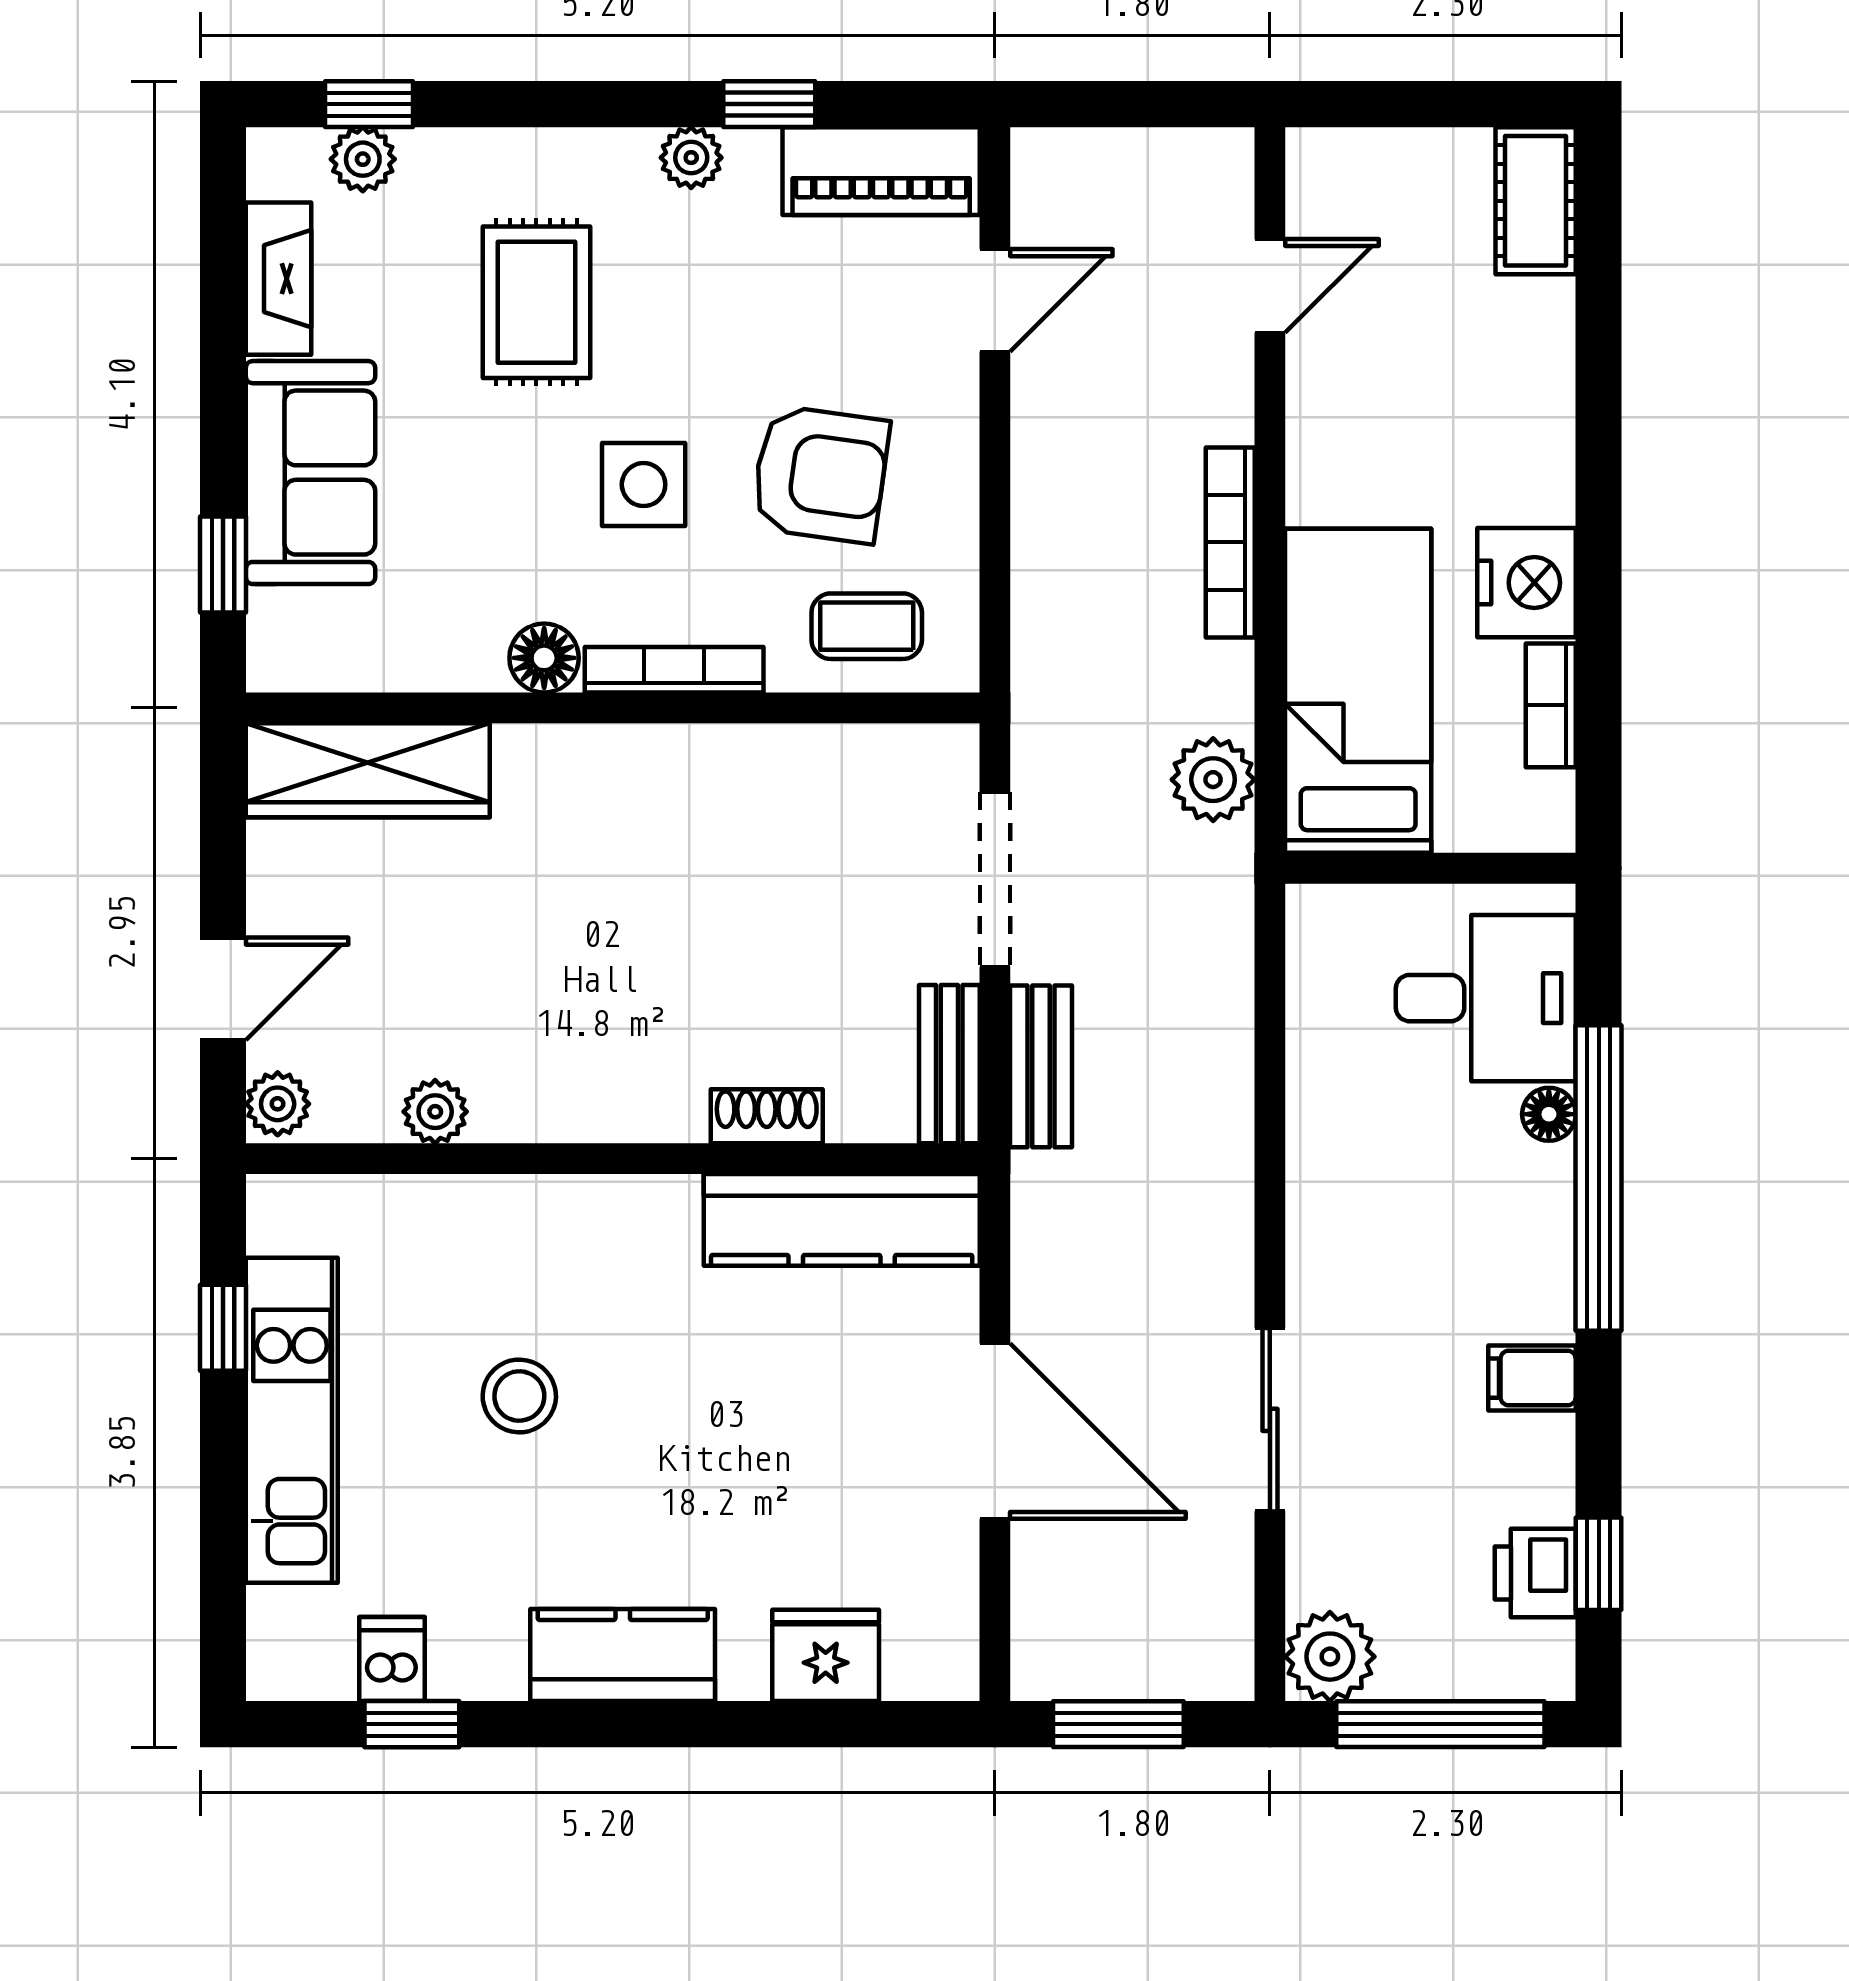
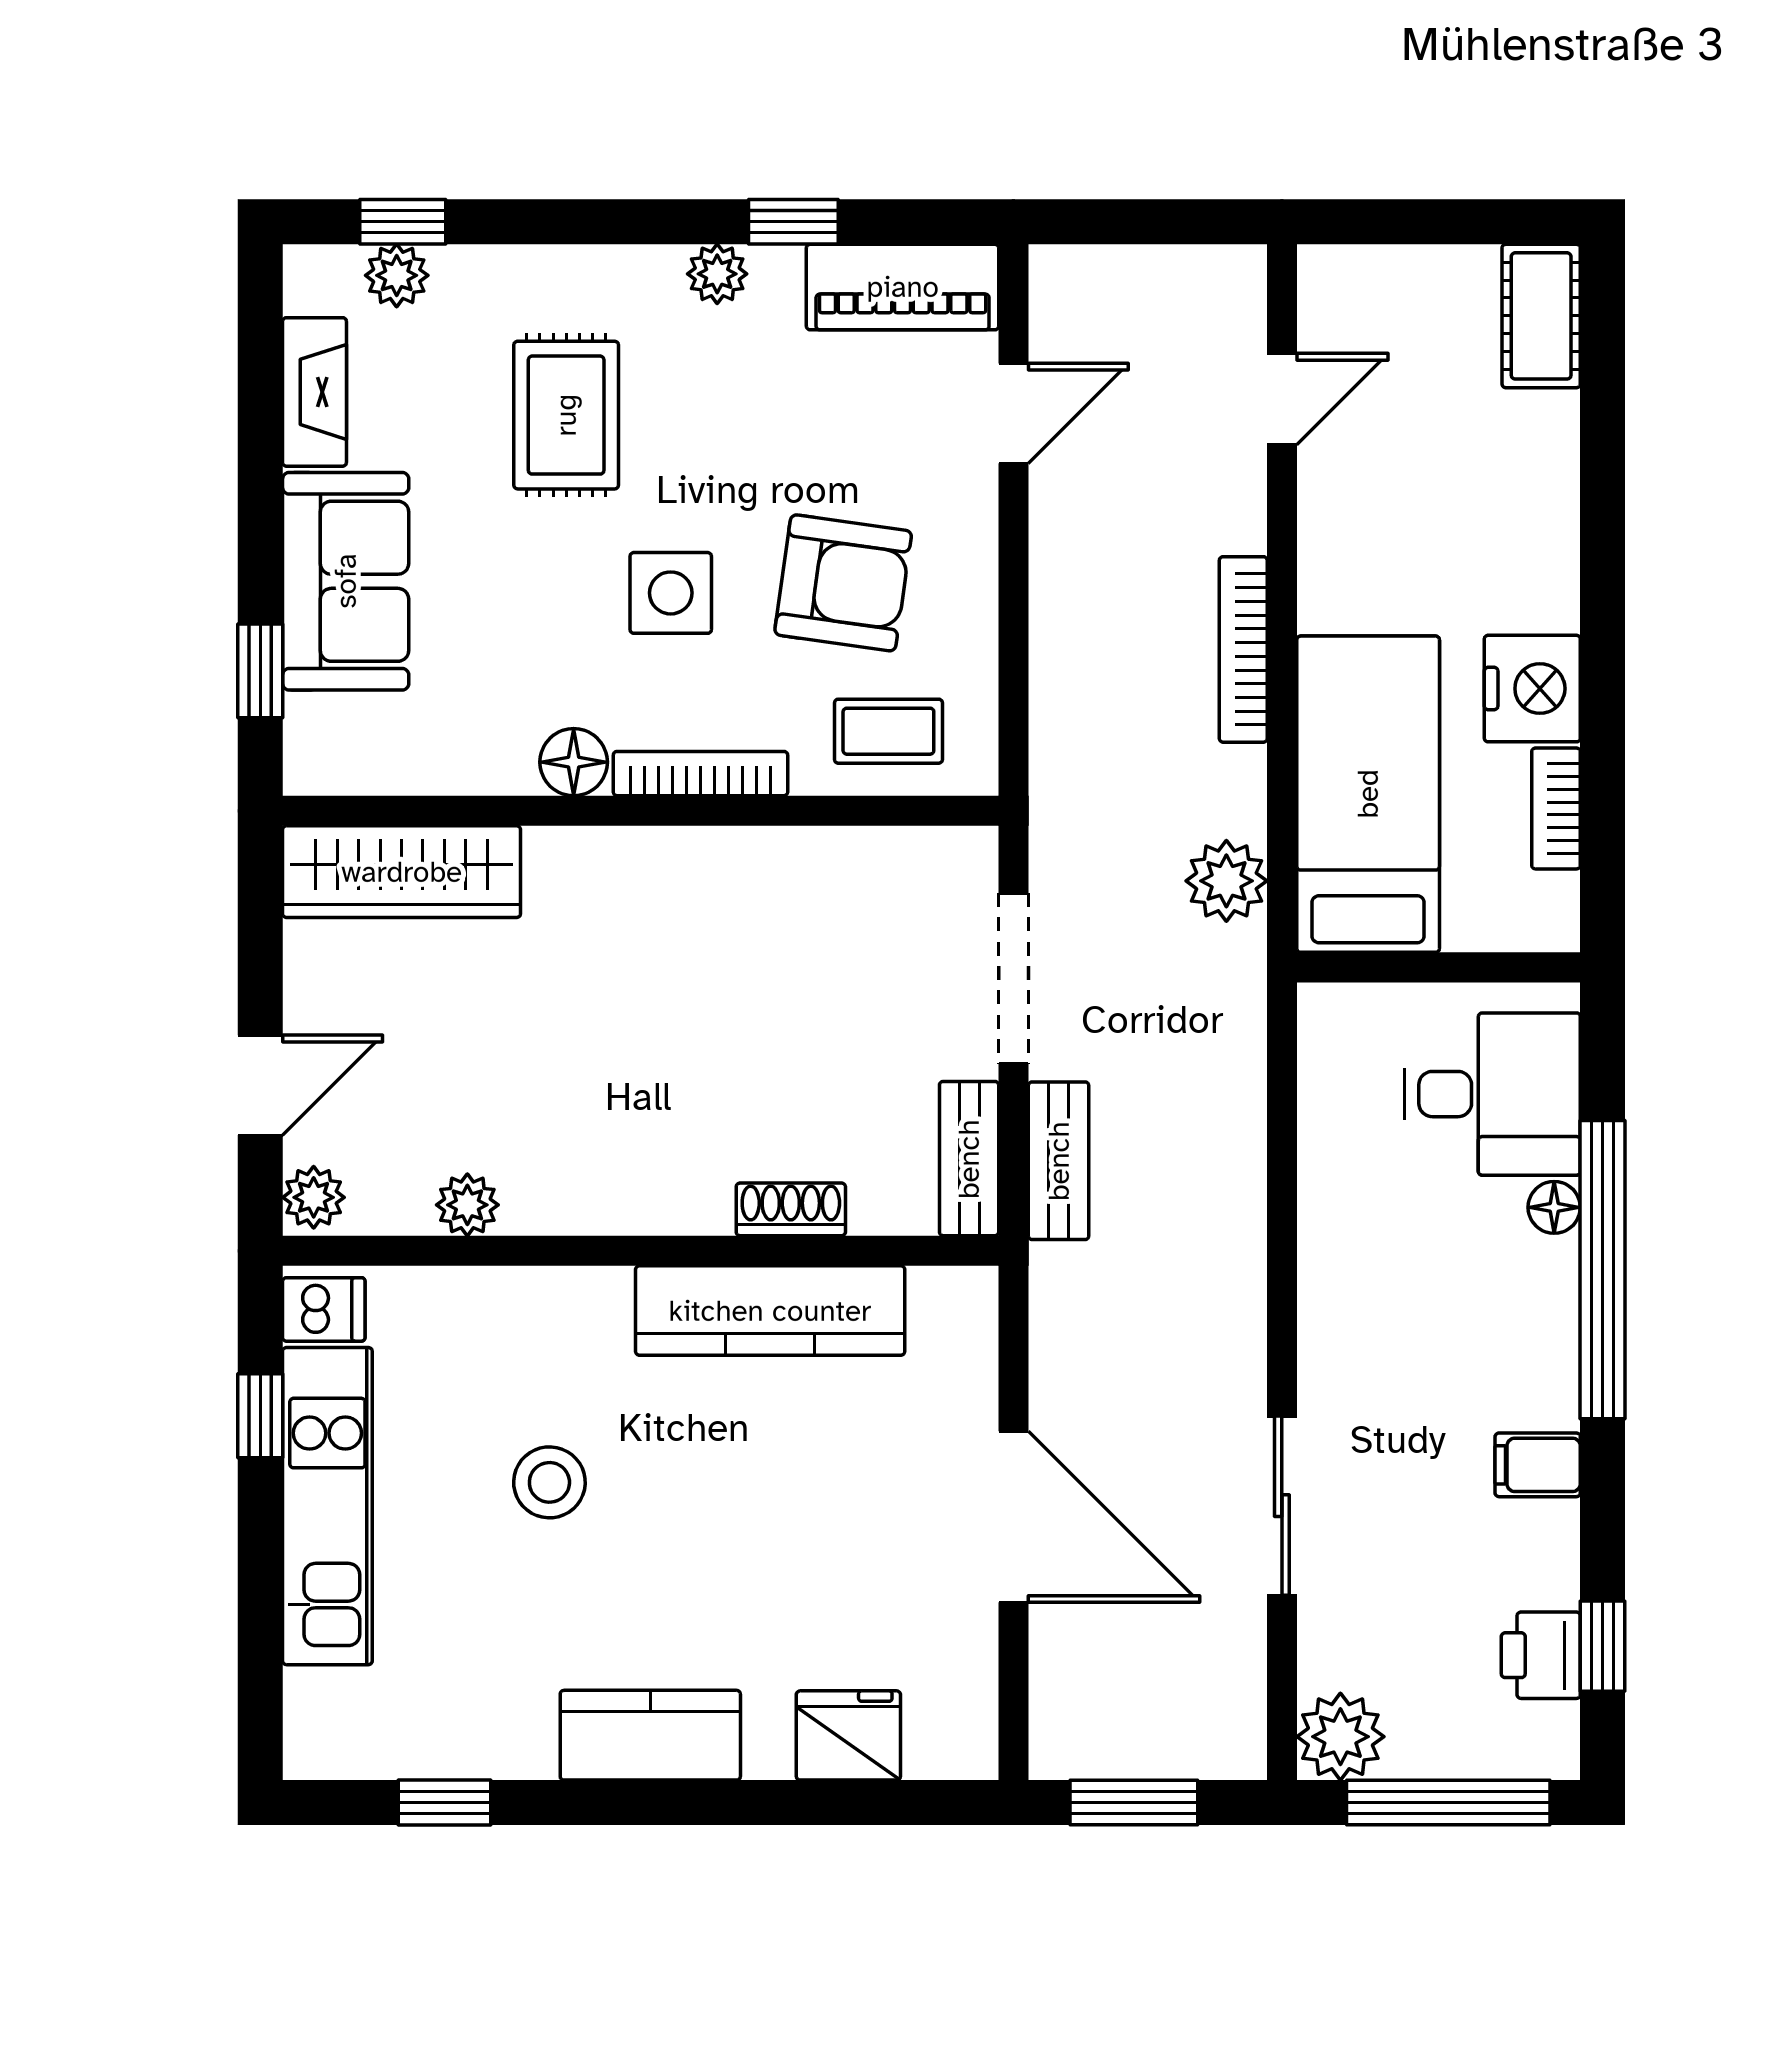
kitchen counter: (842, 1220) -> (770, 1311), moved
dishwasher: (392, 1659) -> (324, 1309), moved, turned 90

